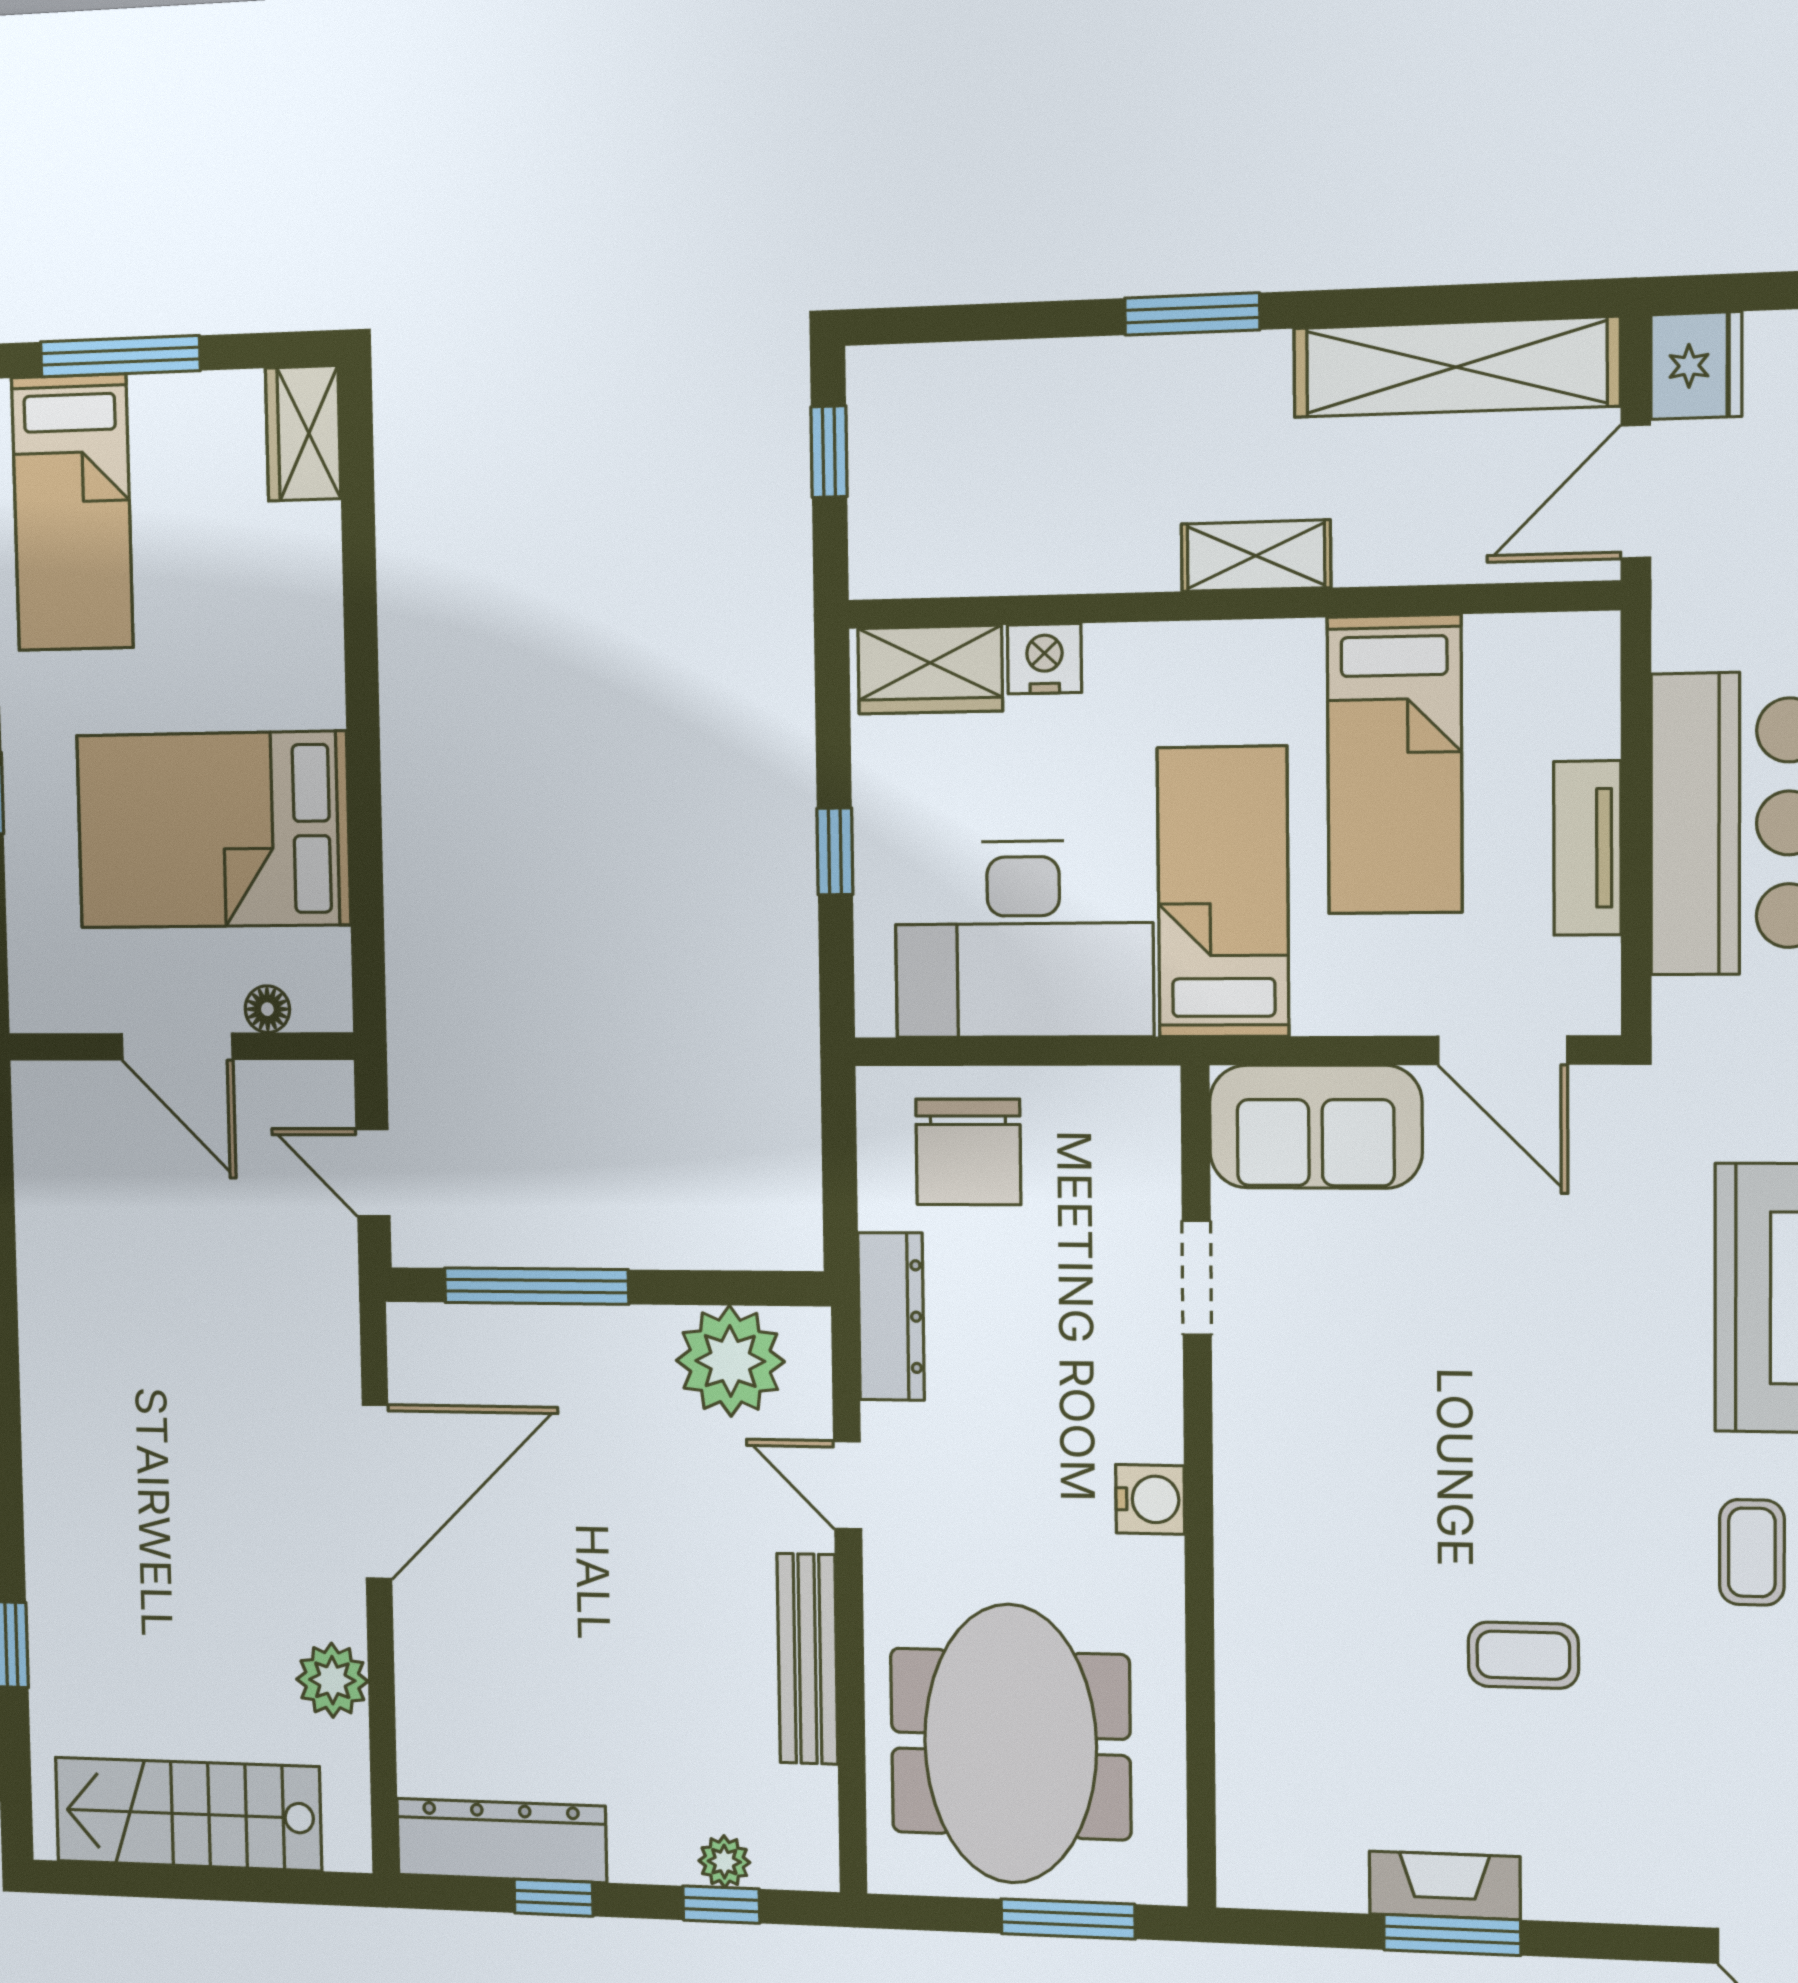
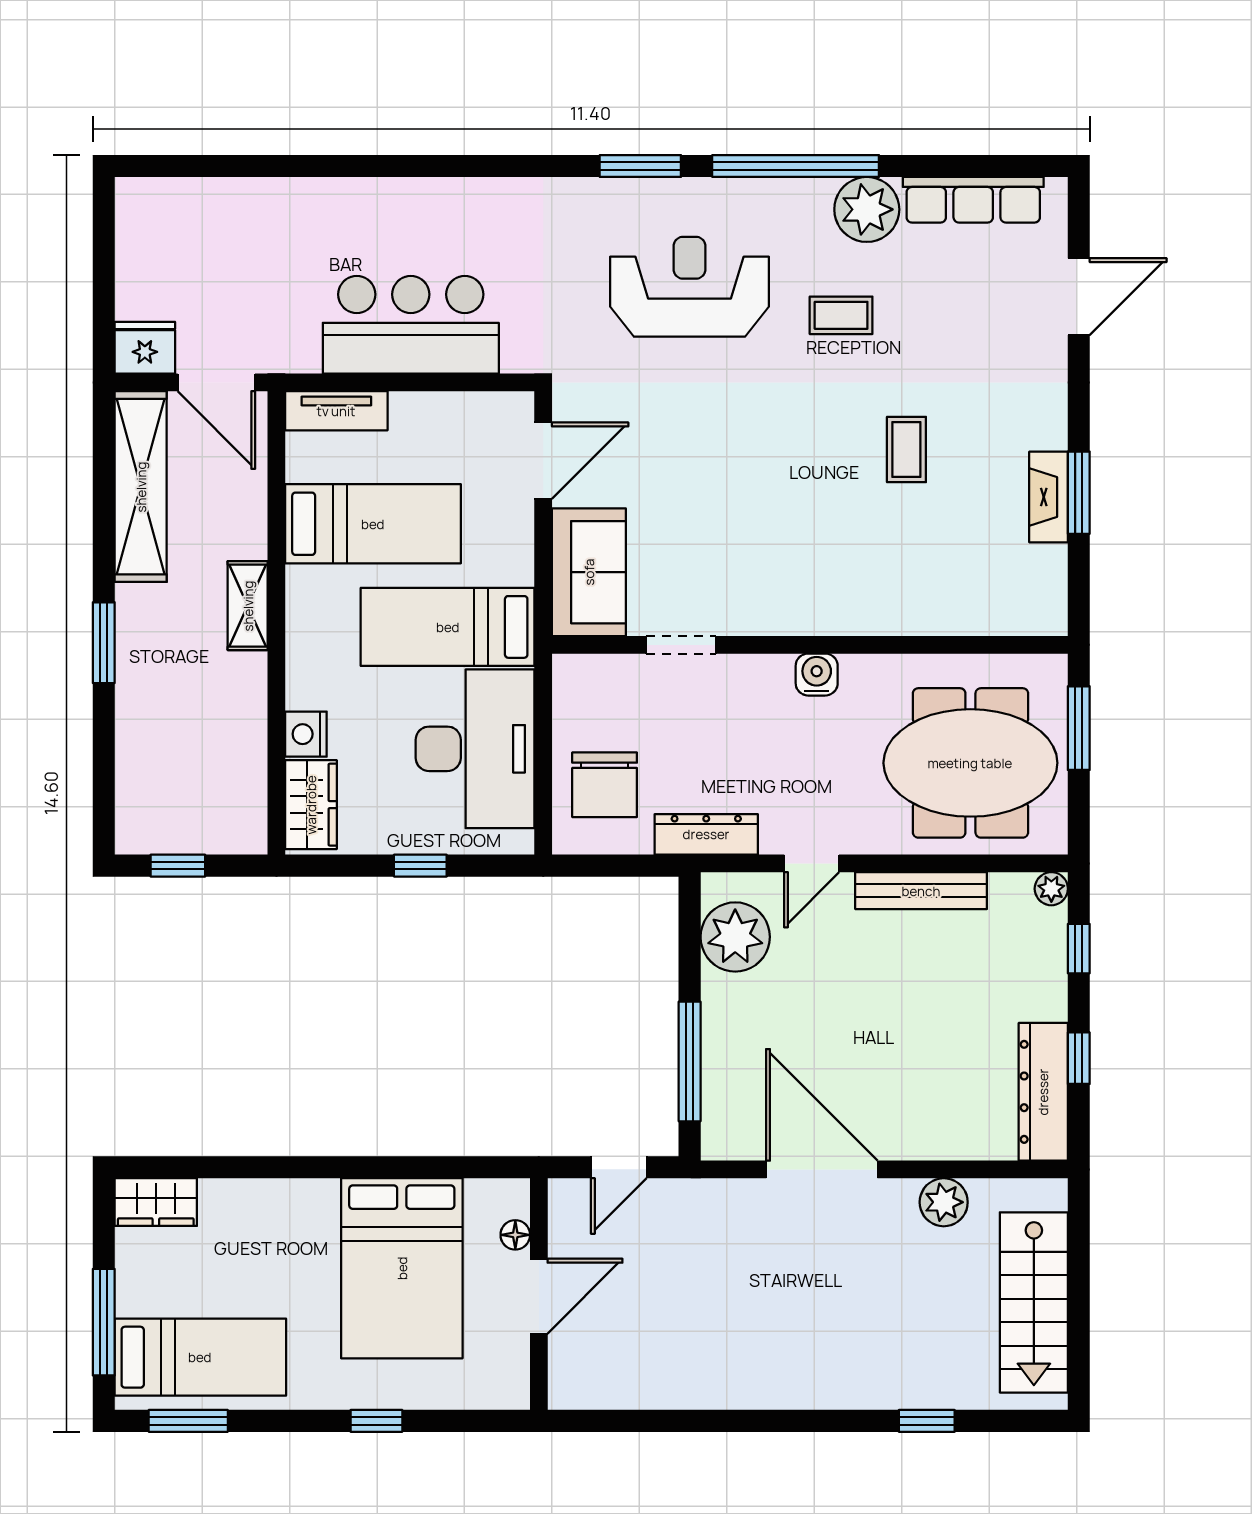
tv unit: (1587, 848) -> (336, 411), moved
chair: (968, 1152) -> (605, 785), turned 90
plant: (724, 1862) -> (1051, 889), moved

